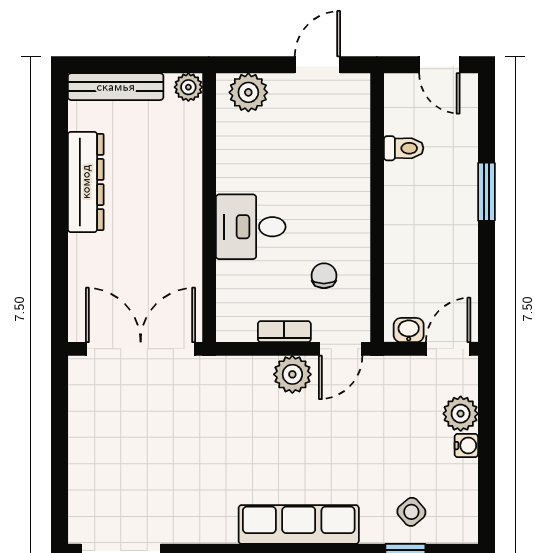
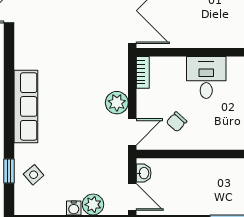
chair: (324, 276) -> (177, 122), turned 132
bookcase: (284, 332) -> (143, 72), moved
door: (341, 349) -> (132, 132), swing flipped

